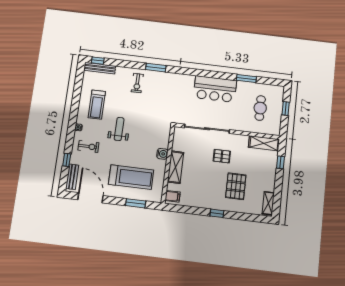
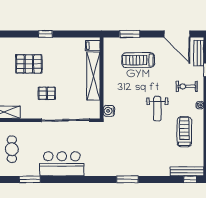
exercise bike: (137, 83) -> (145, 160), removed
water cooler: (162, 154) -> (109, 111), moved
shelving: (176, 167) -> (93, 76), width x1.47
treadmill: (131, 177) -> (138, 60), width x0.73, depth x0.73
pallet: (236, 186) -> (29, 64), turned 90

